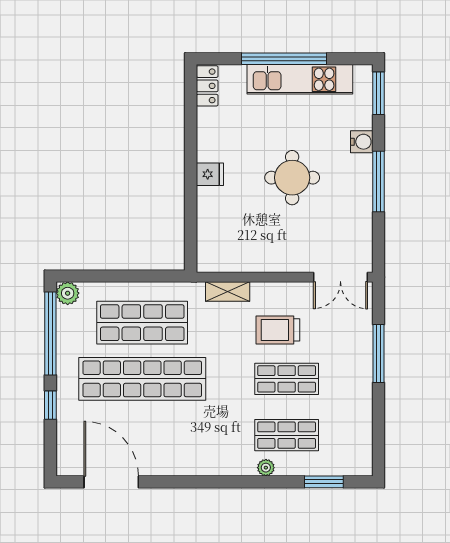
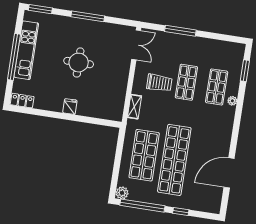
water cooler: (362, 142) -> (65, 22), removed
trolley: (278, 330) -> (159, 83), turned -90
door: (111, 482) -> (229, 173), moved

